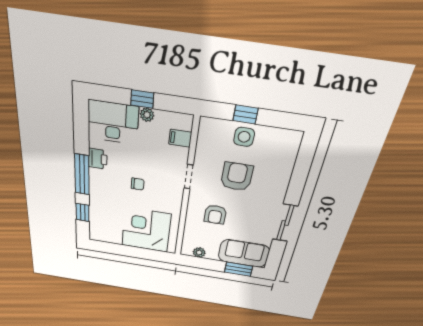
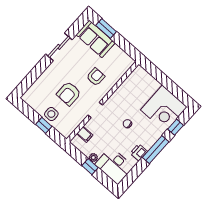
corner desk: (146, 230) -> (164, 108), moved
plant: (199, 252) -> (123, 56), removed

